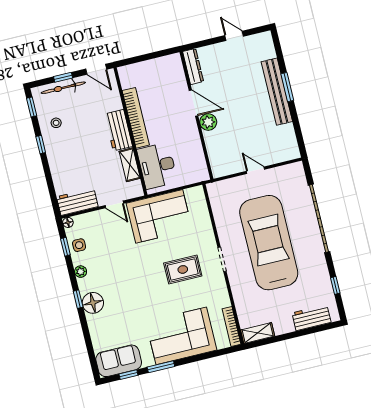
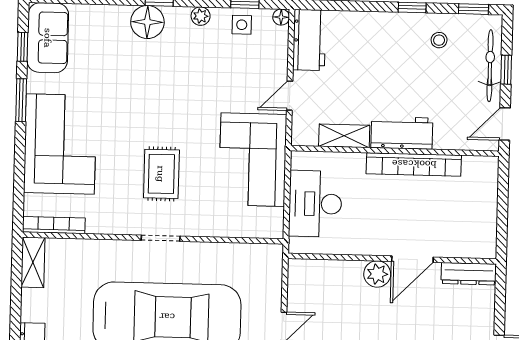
desk: (157, 166) -> (315, 204), moved, turned -90

